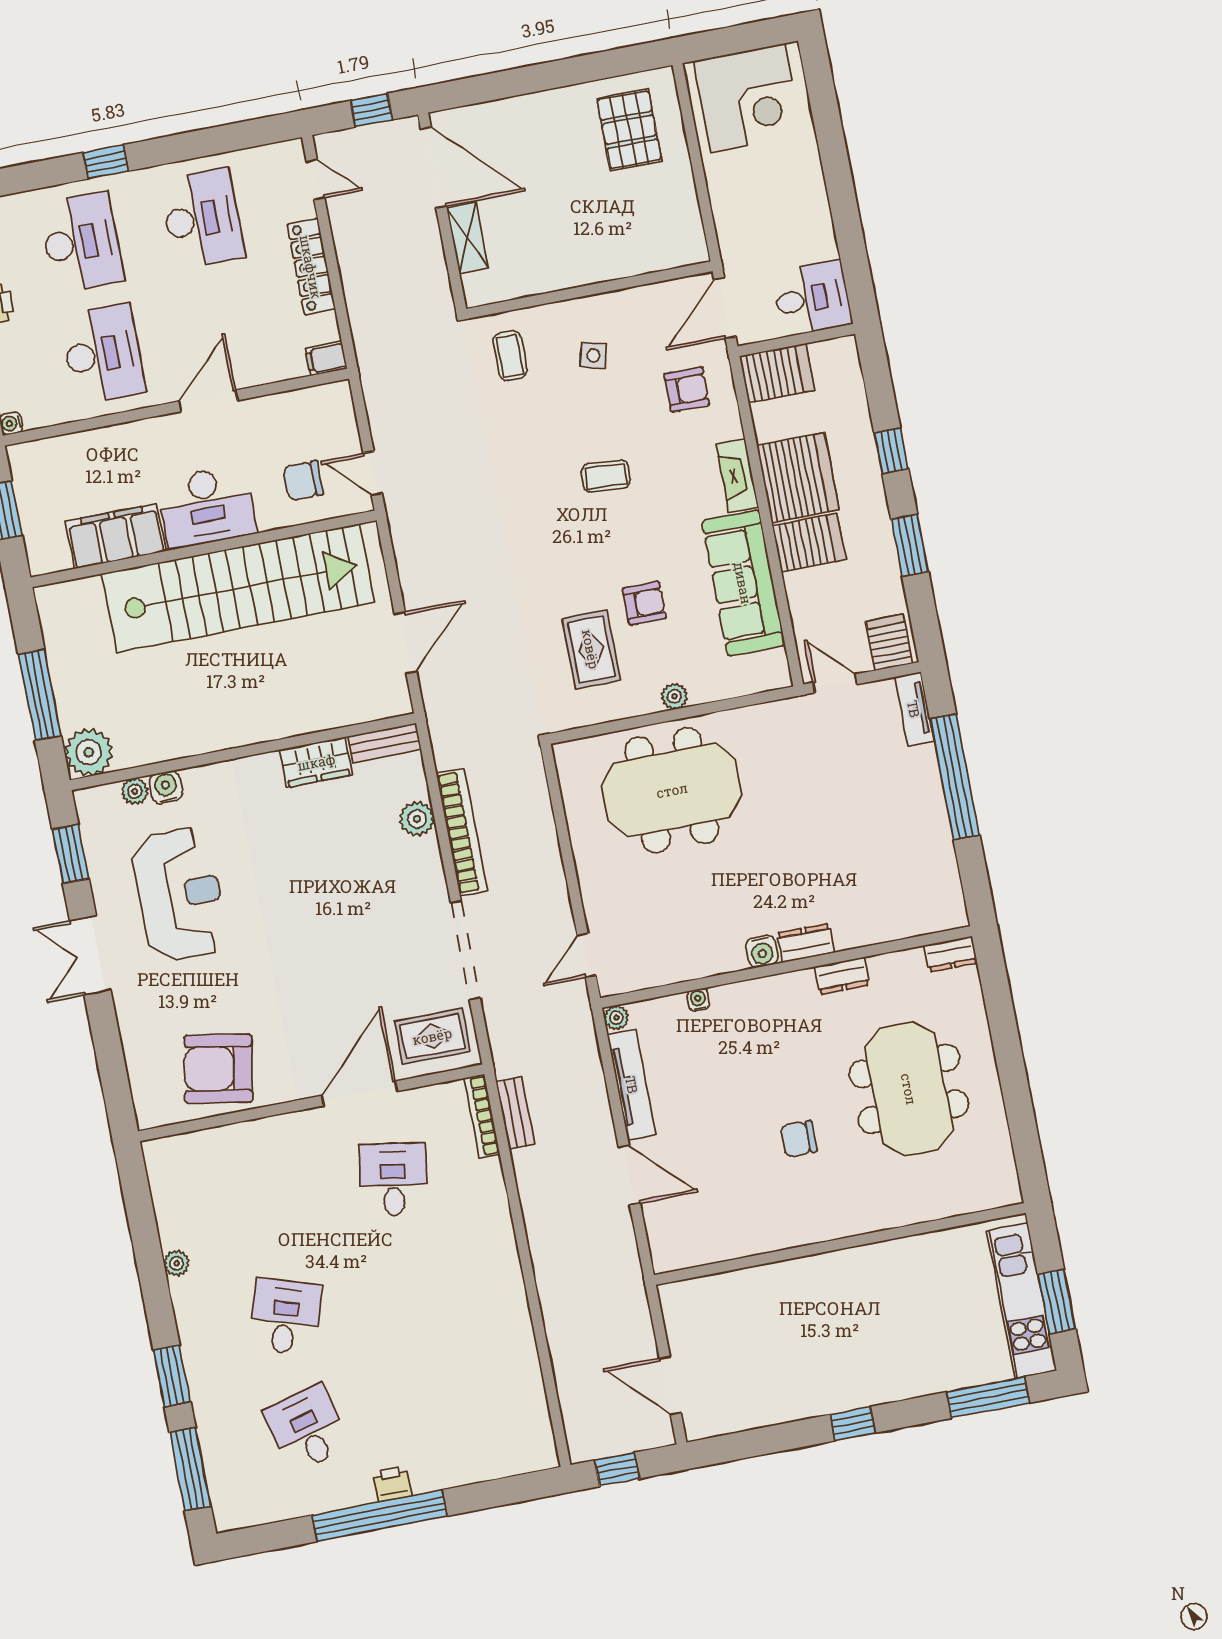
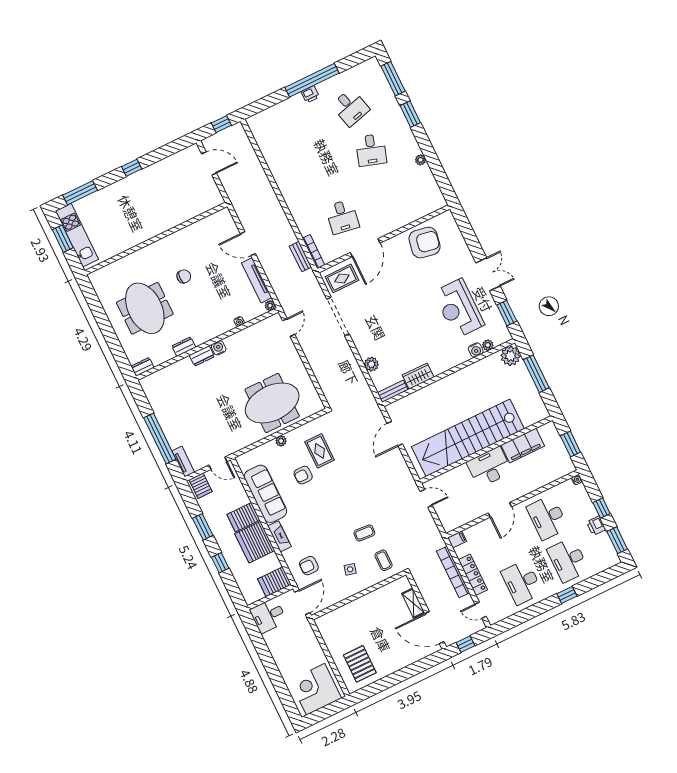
coffee table: (606, 476) -> (364, 533), moved
chair: (303, 481) -> (453, 488), removed
bookcase: (462, 832) -> (453, 572), moved

